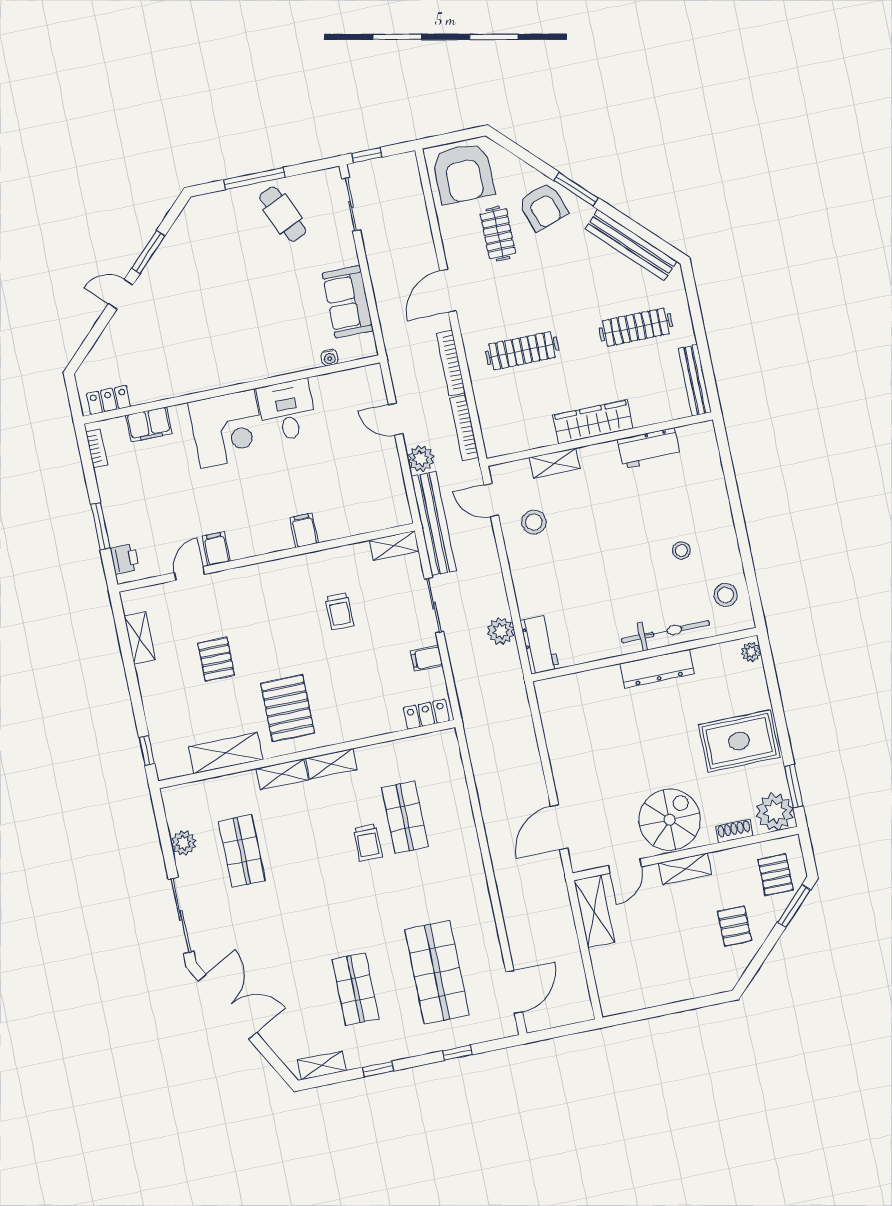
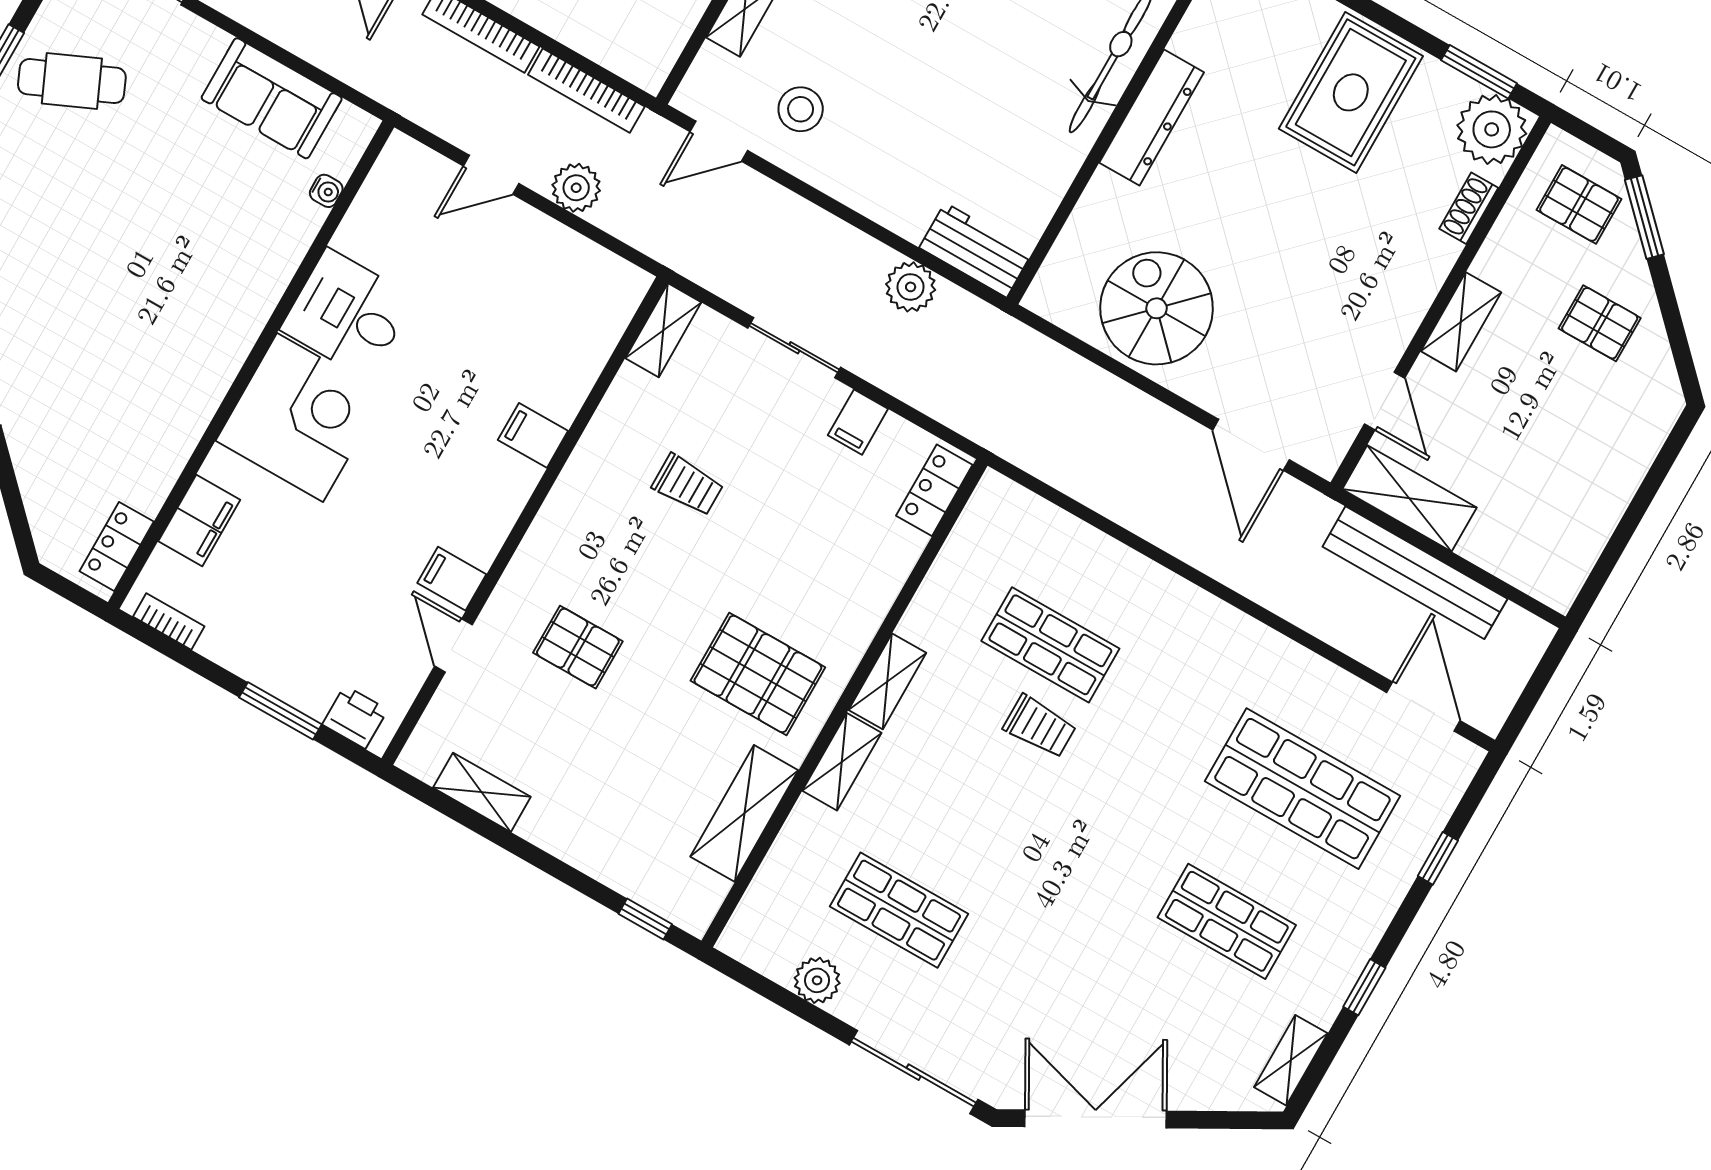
bench: (434, 523) -> (1415, 573), moved
pallet: (216, 659) -> (578, 647), moved
spiral stairs: (670, 820) -> (1157, 308), moved

